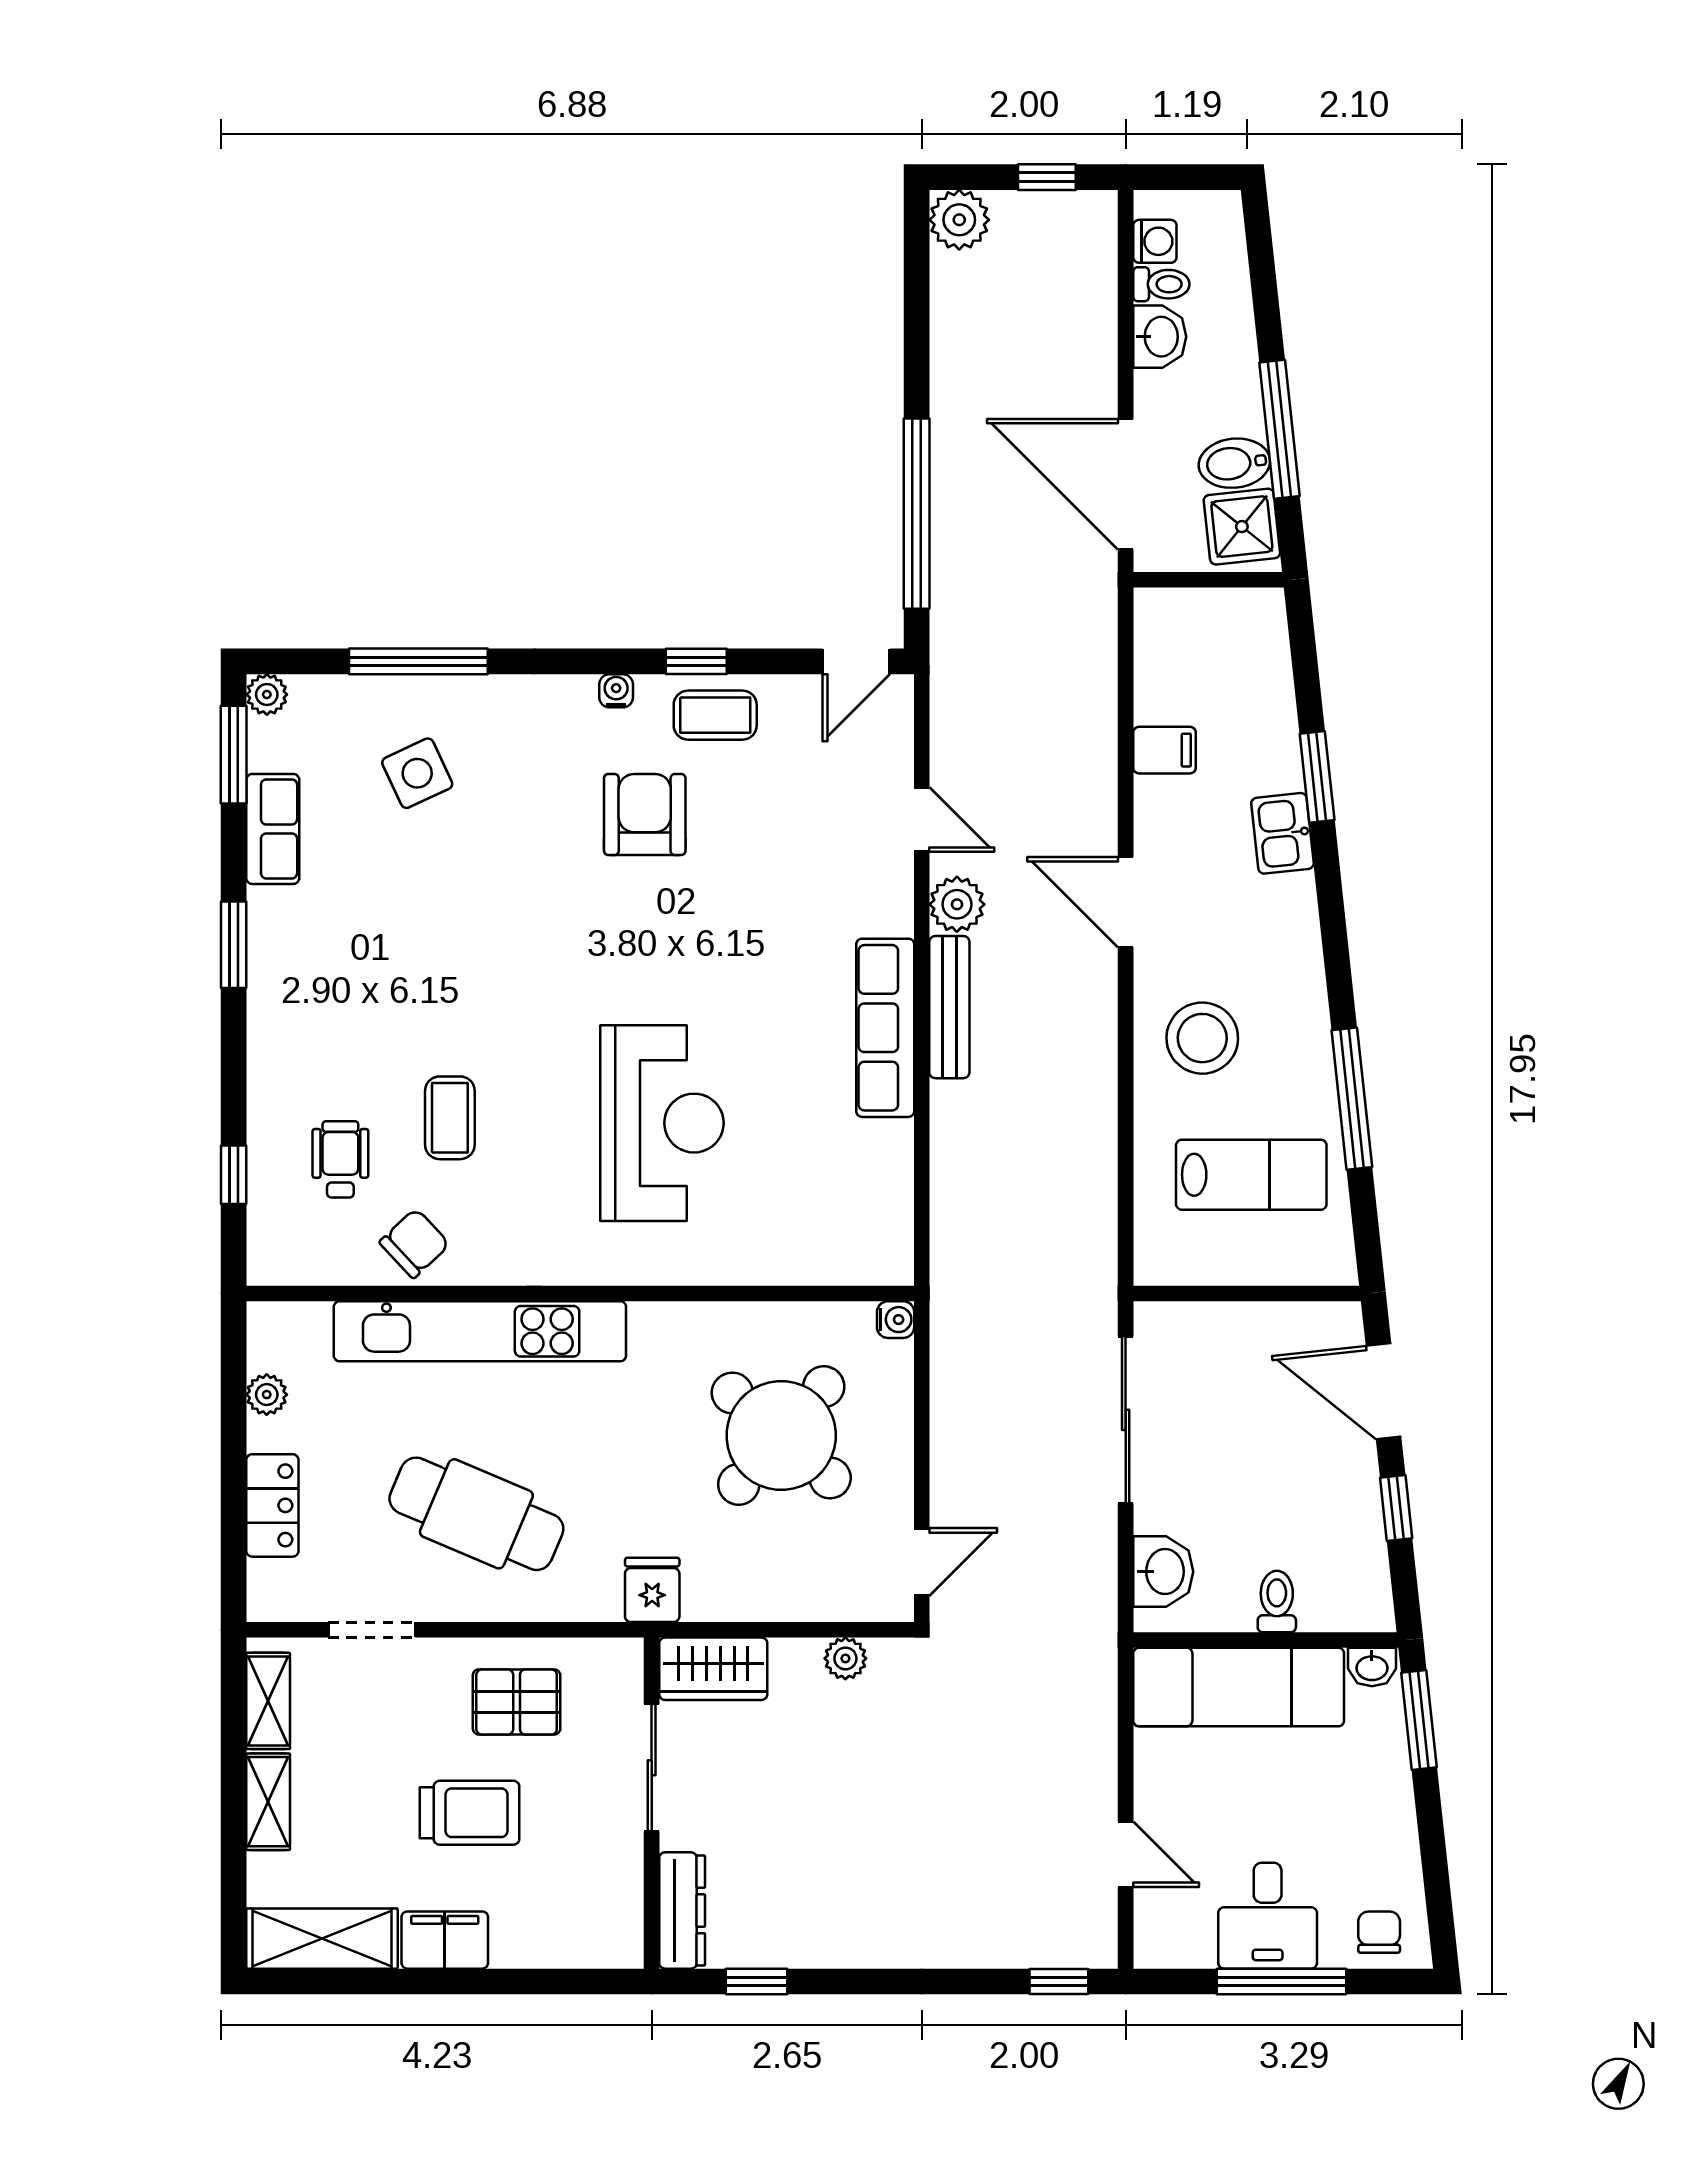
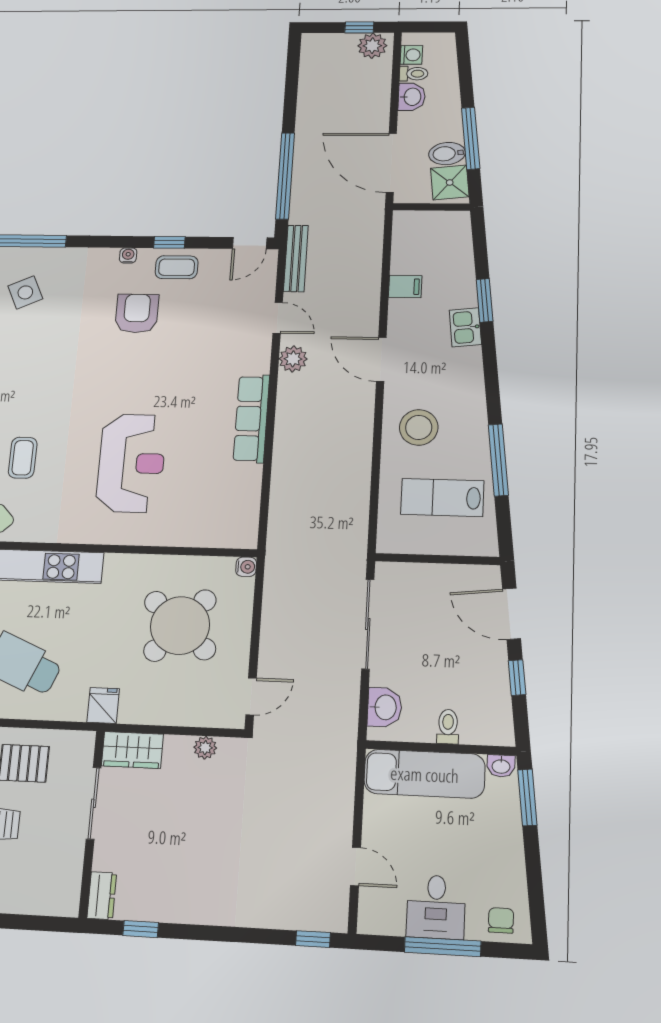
plant: (959, 220) -> (372, 46), moved
bench: (949, 1007) -> (296, 258), moved
lab bench: (1251, 1175) -> (442, 497), turned 180
dresser: (682, 1910) -> (102, 896), width x0.70

